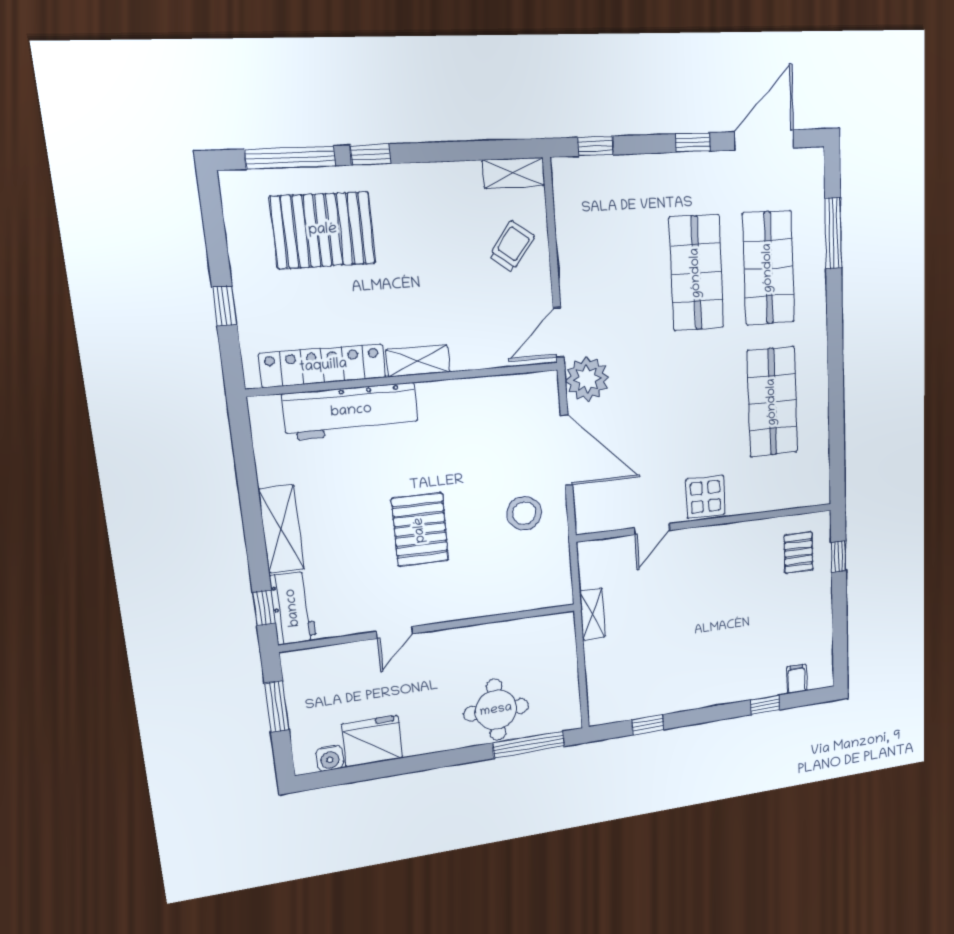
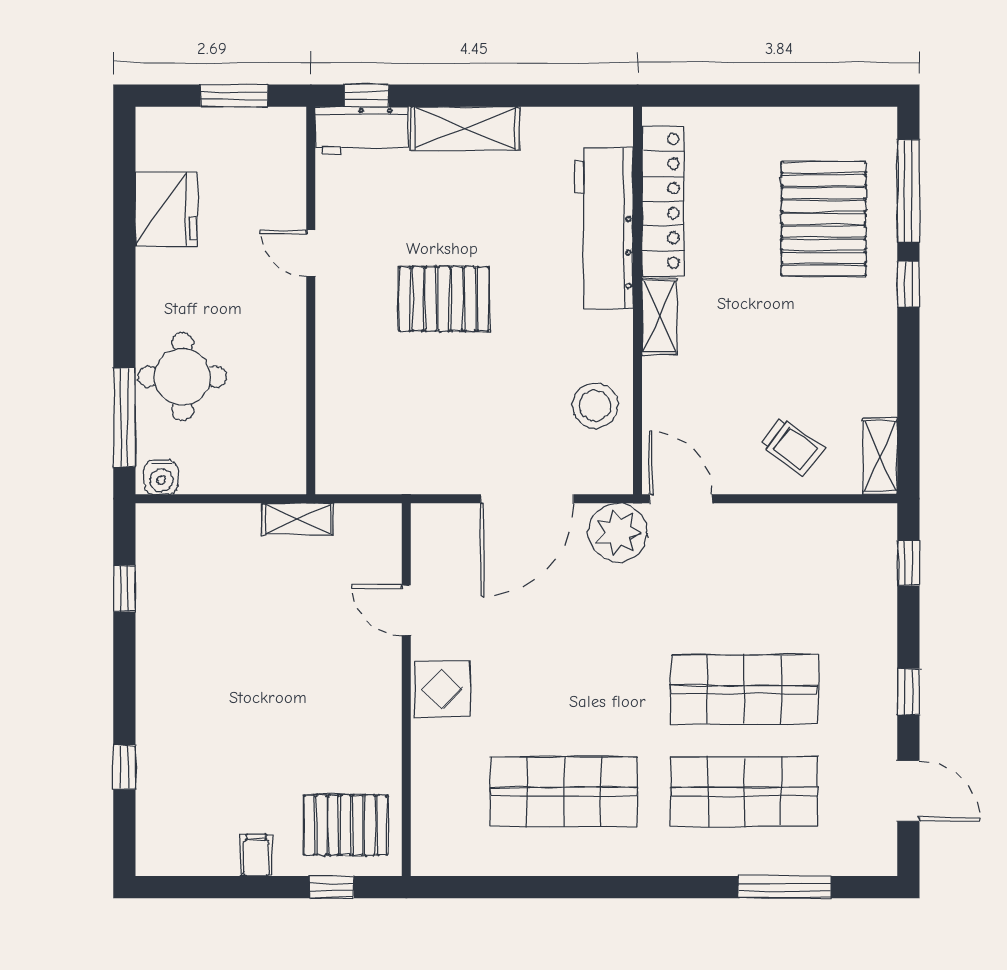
door: (764, 140) -> (908, 791), width x0.73
window: (224, 306) -> (742, 96), removed
stool: (524, 513) -> (595, 406), moved
pallet: (799, 553) -> (346, 825), width x1.50, depth x1.42
filing cabinet: (797, 679) -> (256, 855), moved, turned -90
water cooler: (330, 758) -> (161, 477), moved, turned -90

